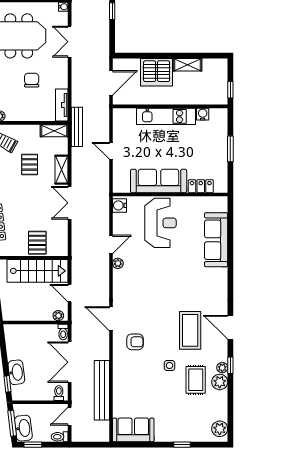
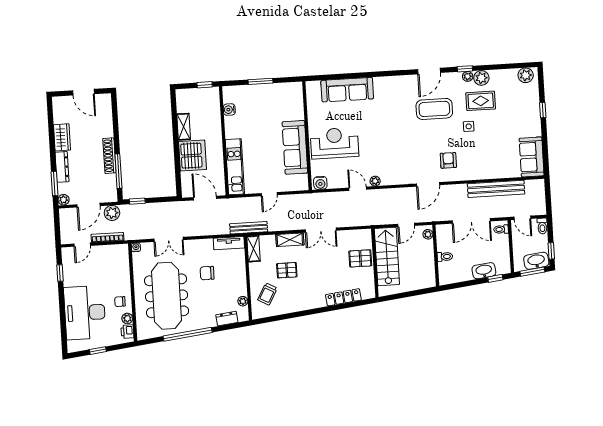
kitchen unit: (166, 116) -> (235, 167), moved
locker: (201, 186) -> (297, 107), removed
toilet: (63, 332) -> (445, 257), moved

